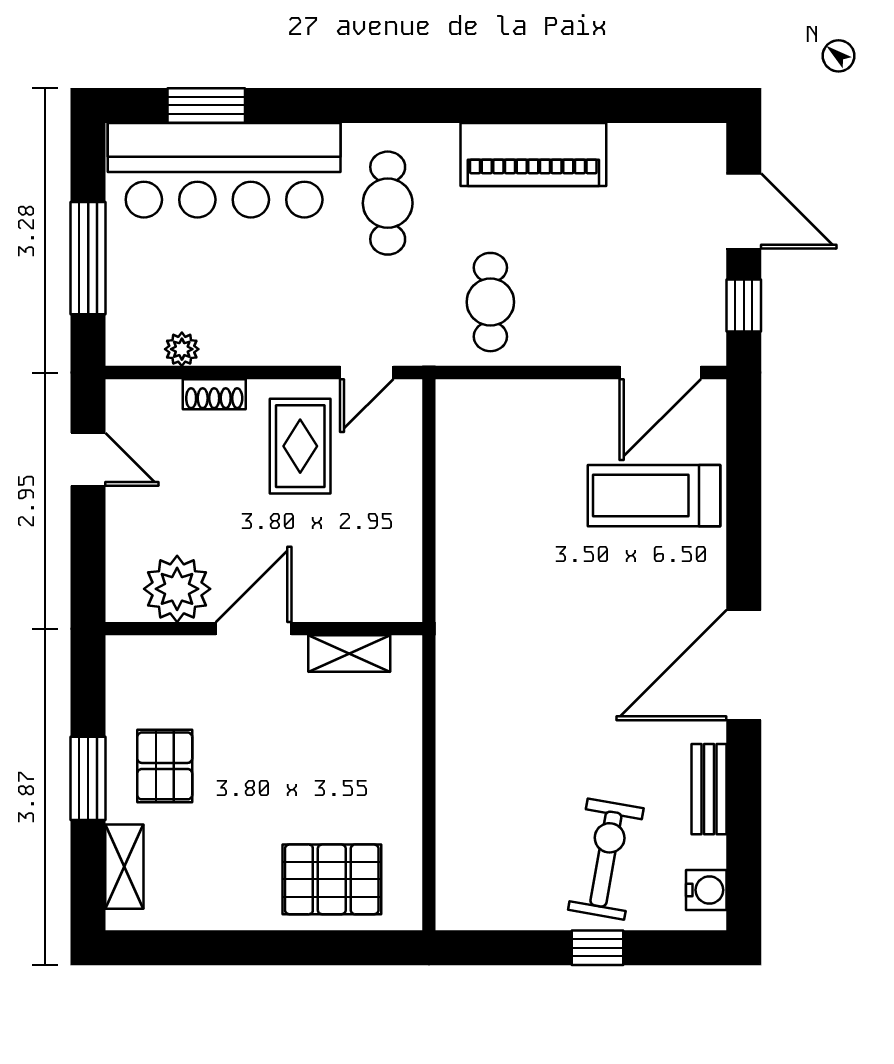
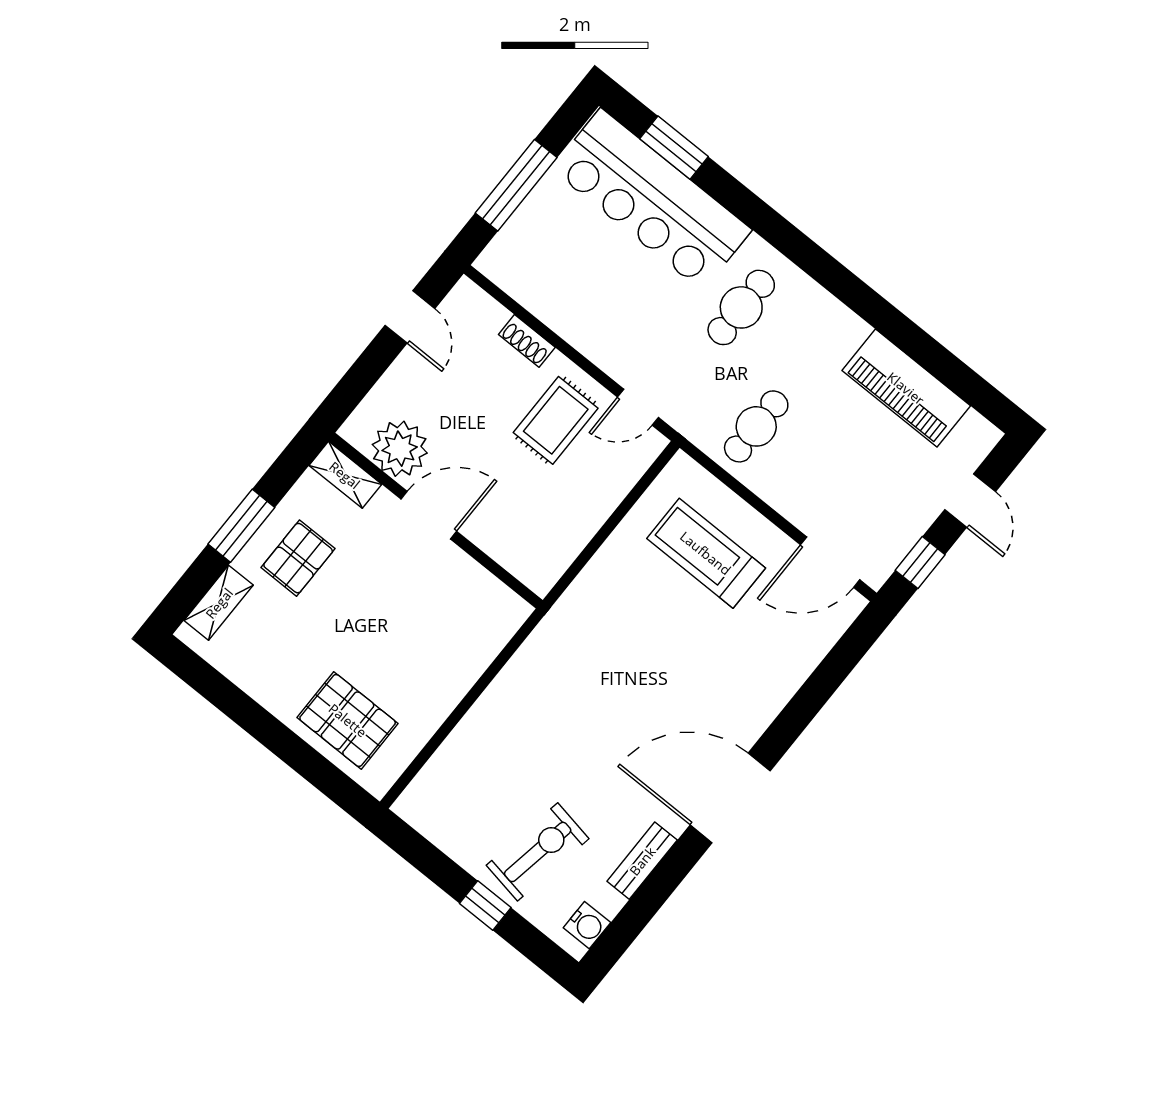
piano: (533, 154) -> (906, 388), moved
door: (744, 211) -> (970, 501), width x0.73
plant: (182, 349) -> (529, 294), removed
treadmill: (654, 496) -> (706, 553), moved
shelving: (349, 654) -> (345, 475), moved

